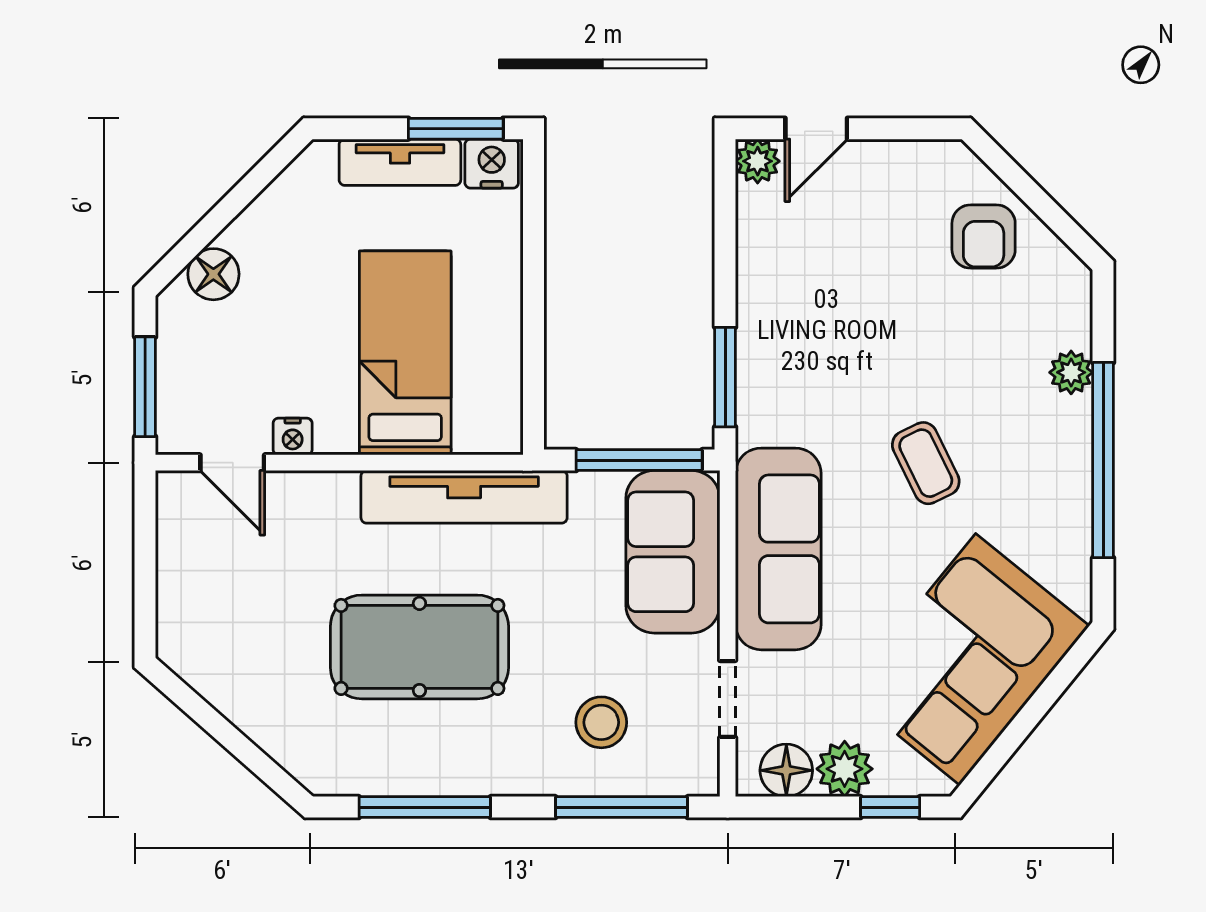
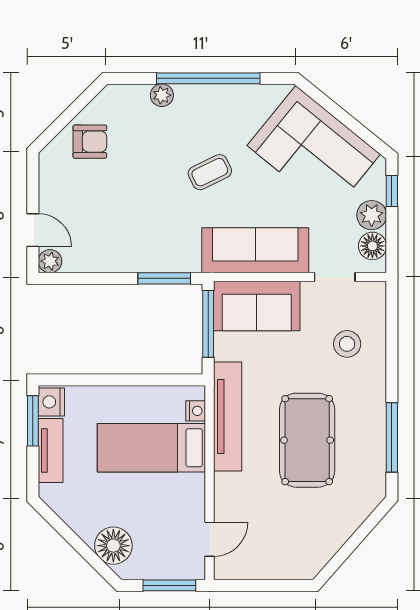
floor lamp: (213, 274) -> (113, 546), width x1.38, depth x1.38
nightstand: (293, 436) -> (196, 411), moved
window: (622, 807) -> (392, 333), removed

